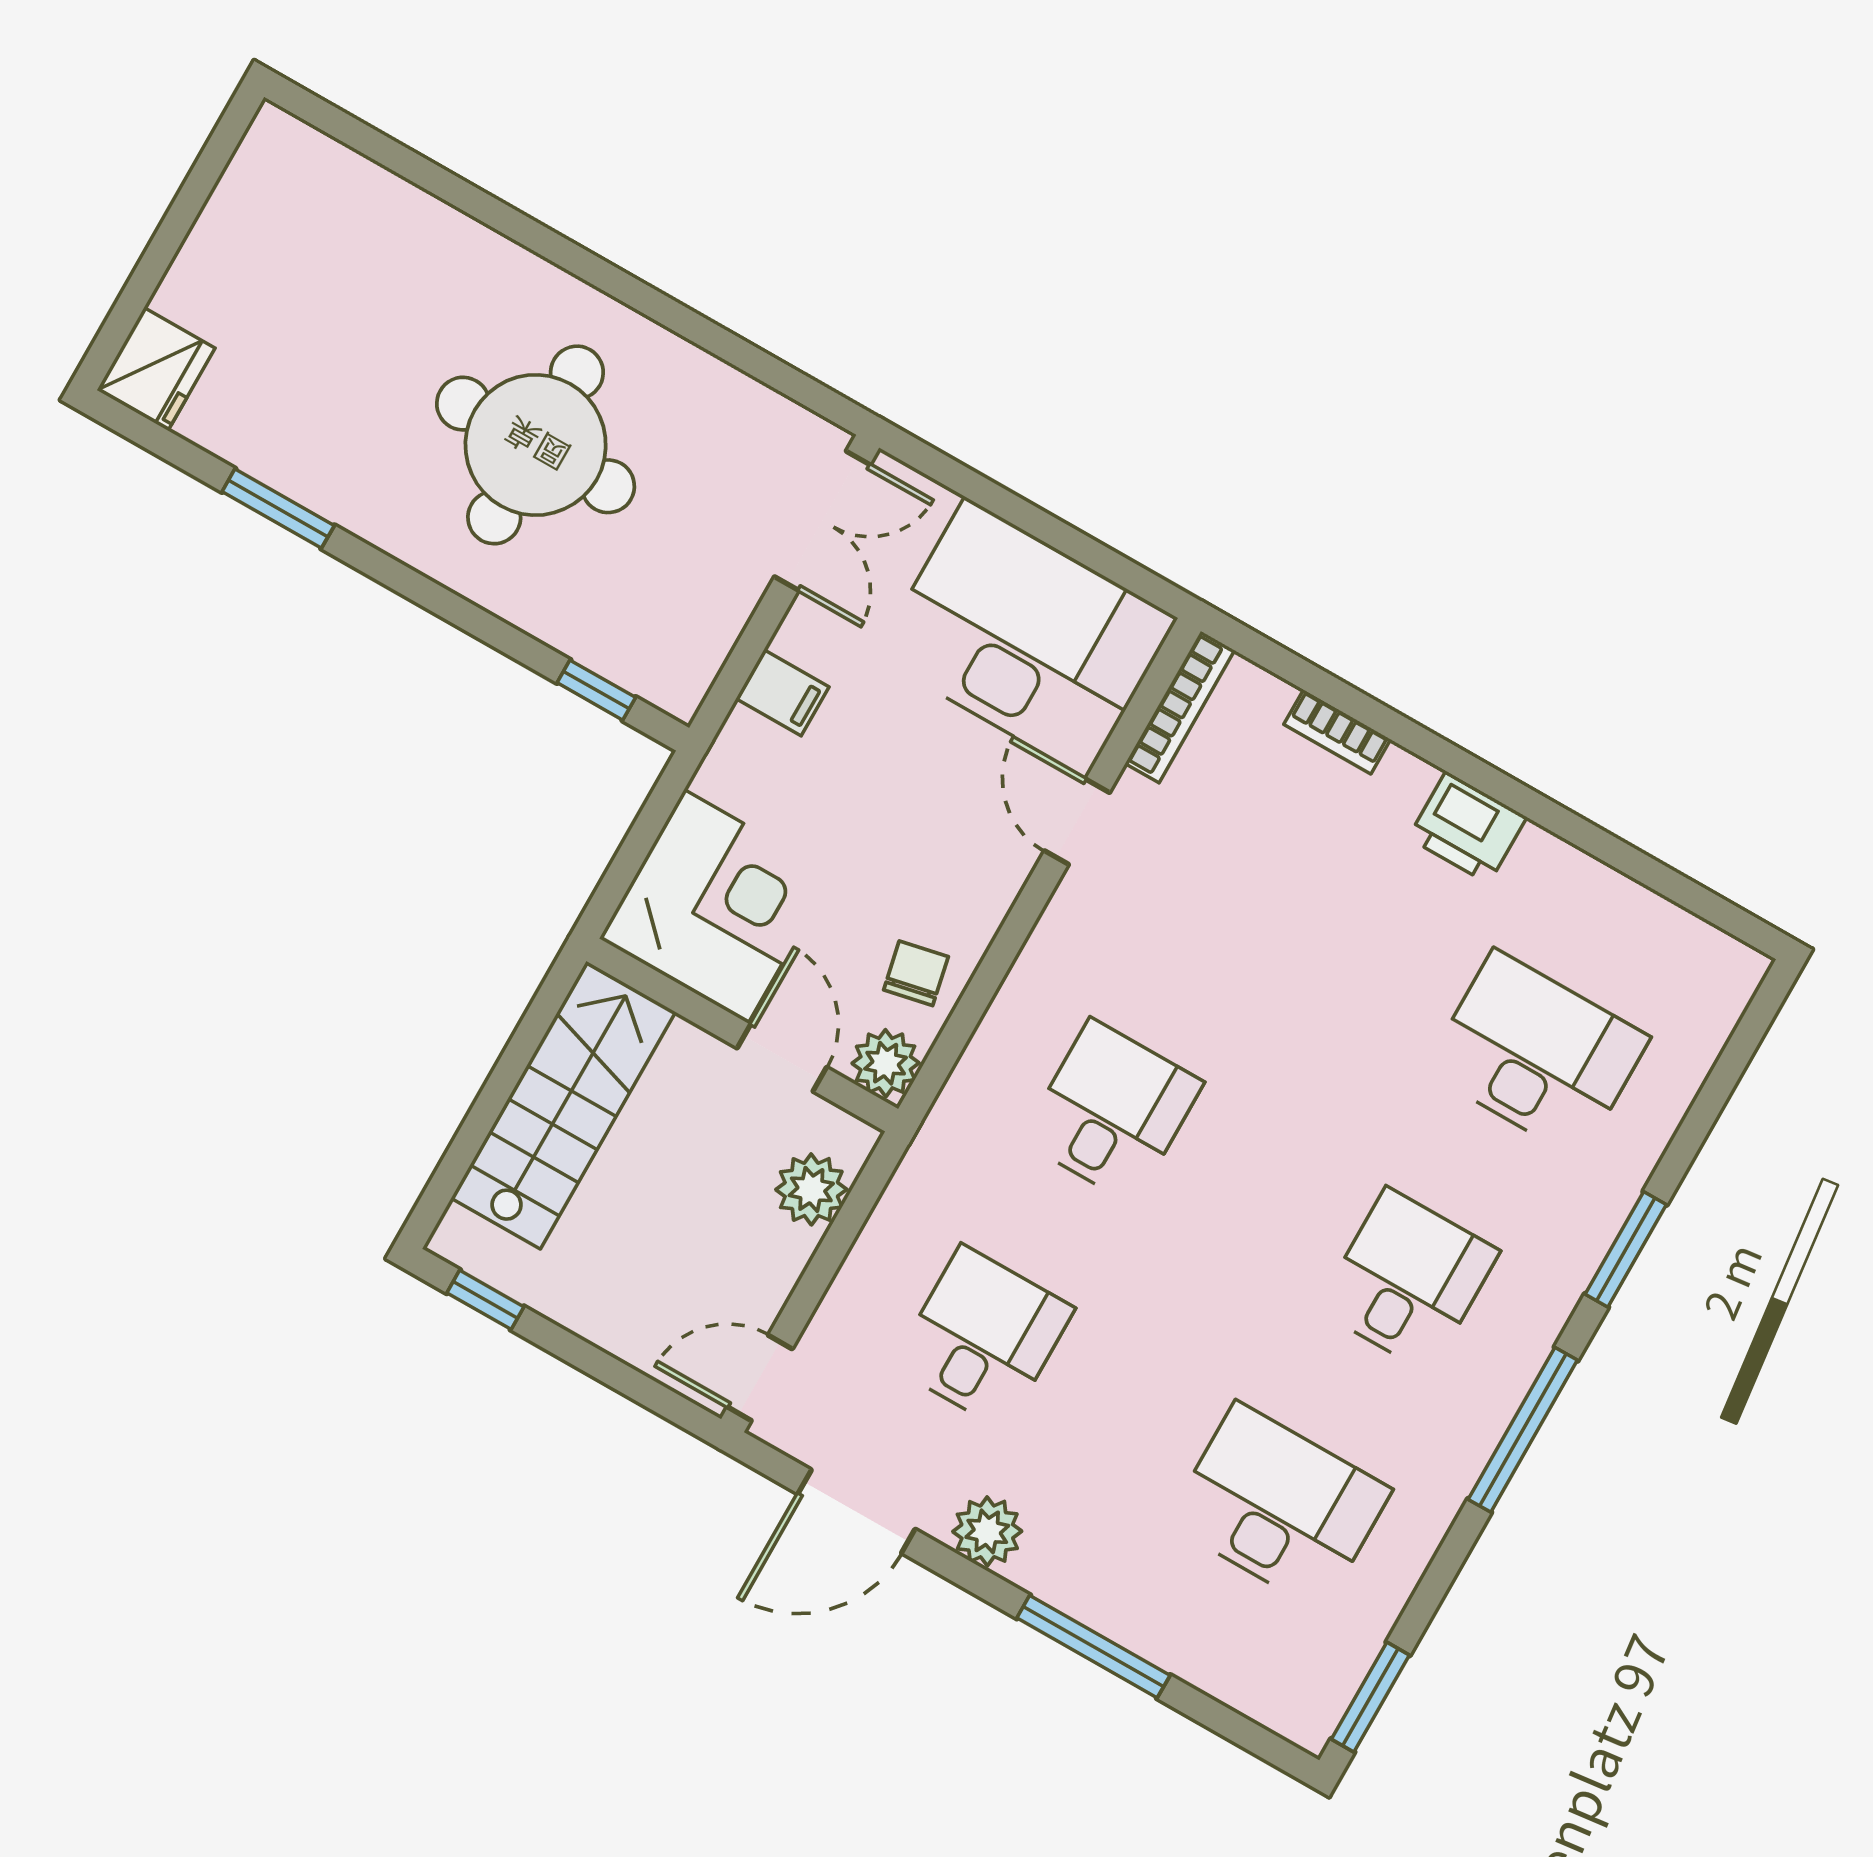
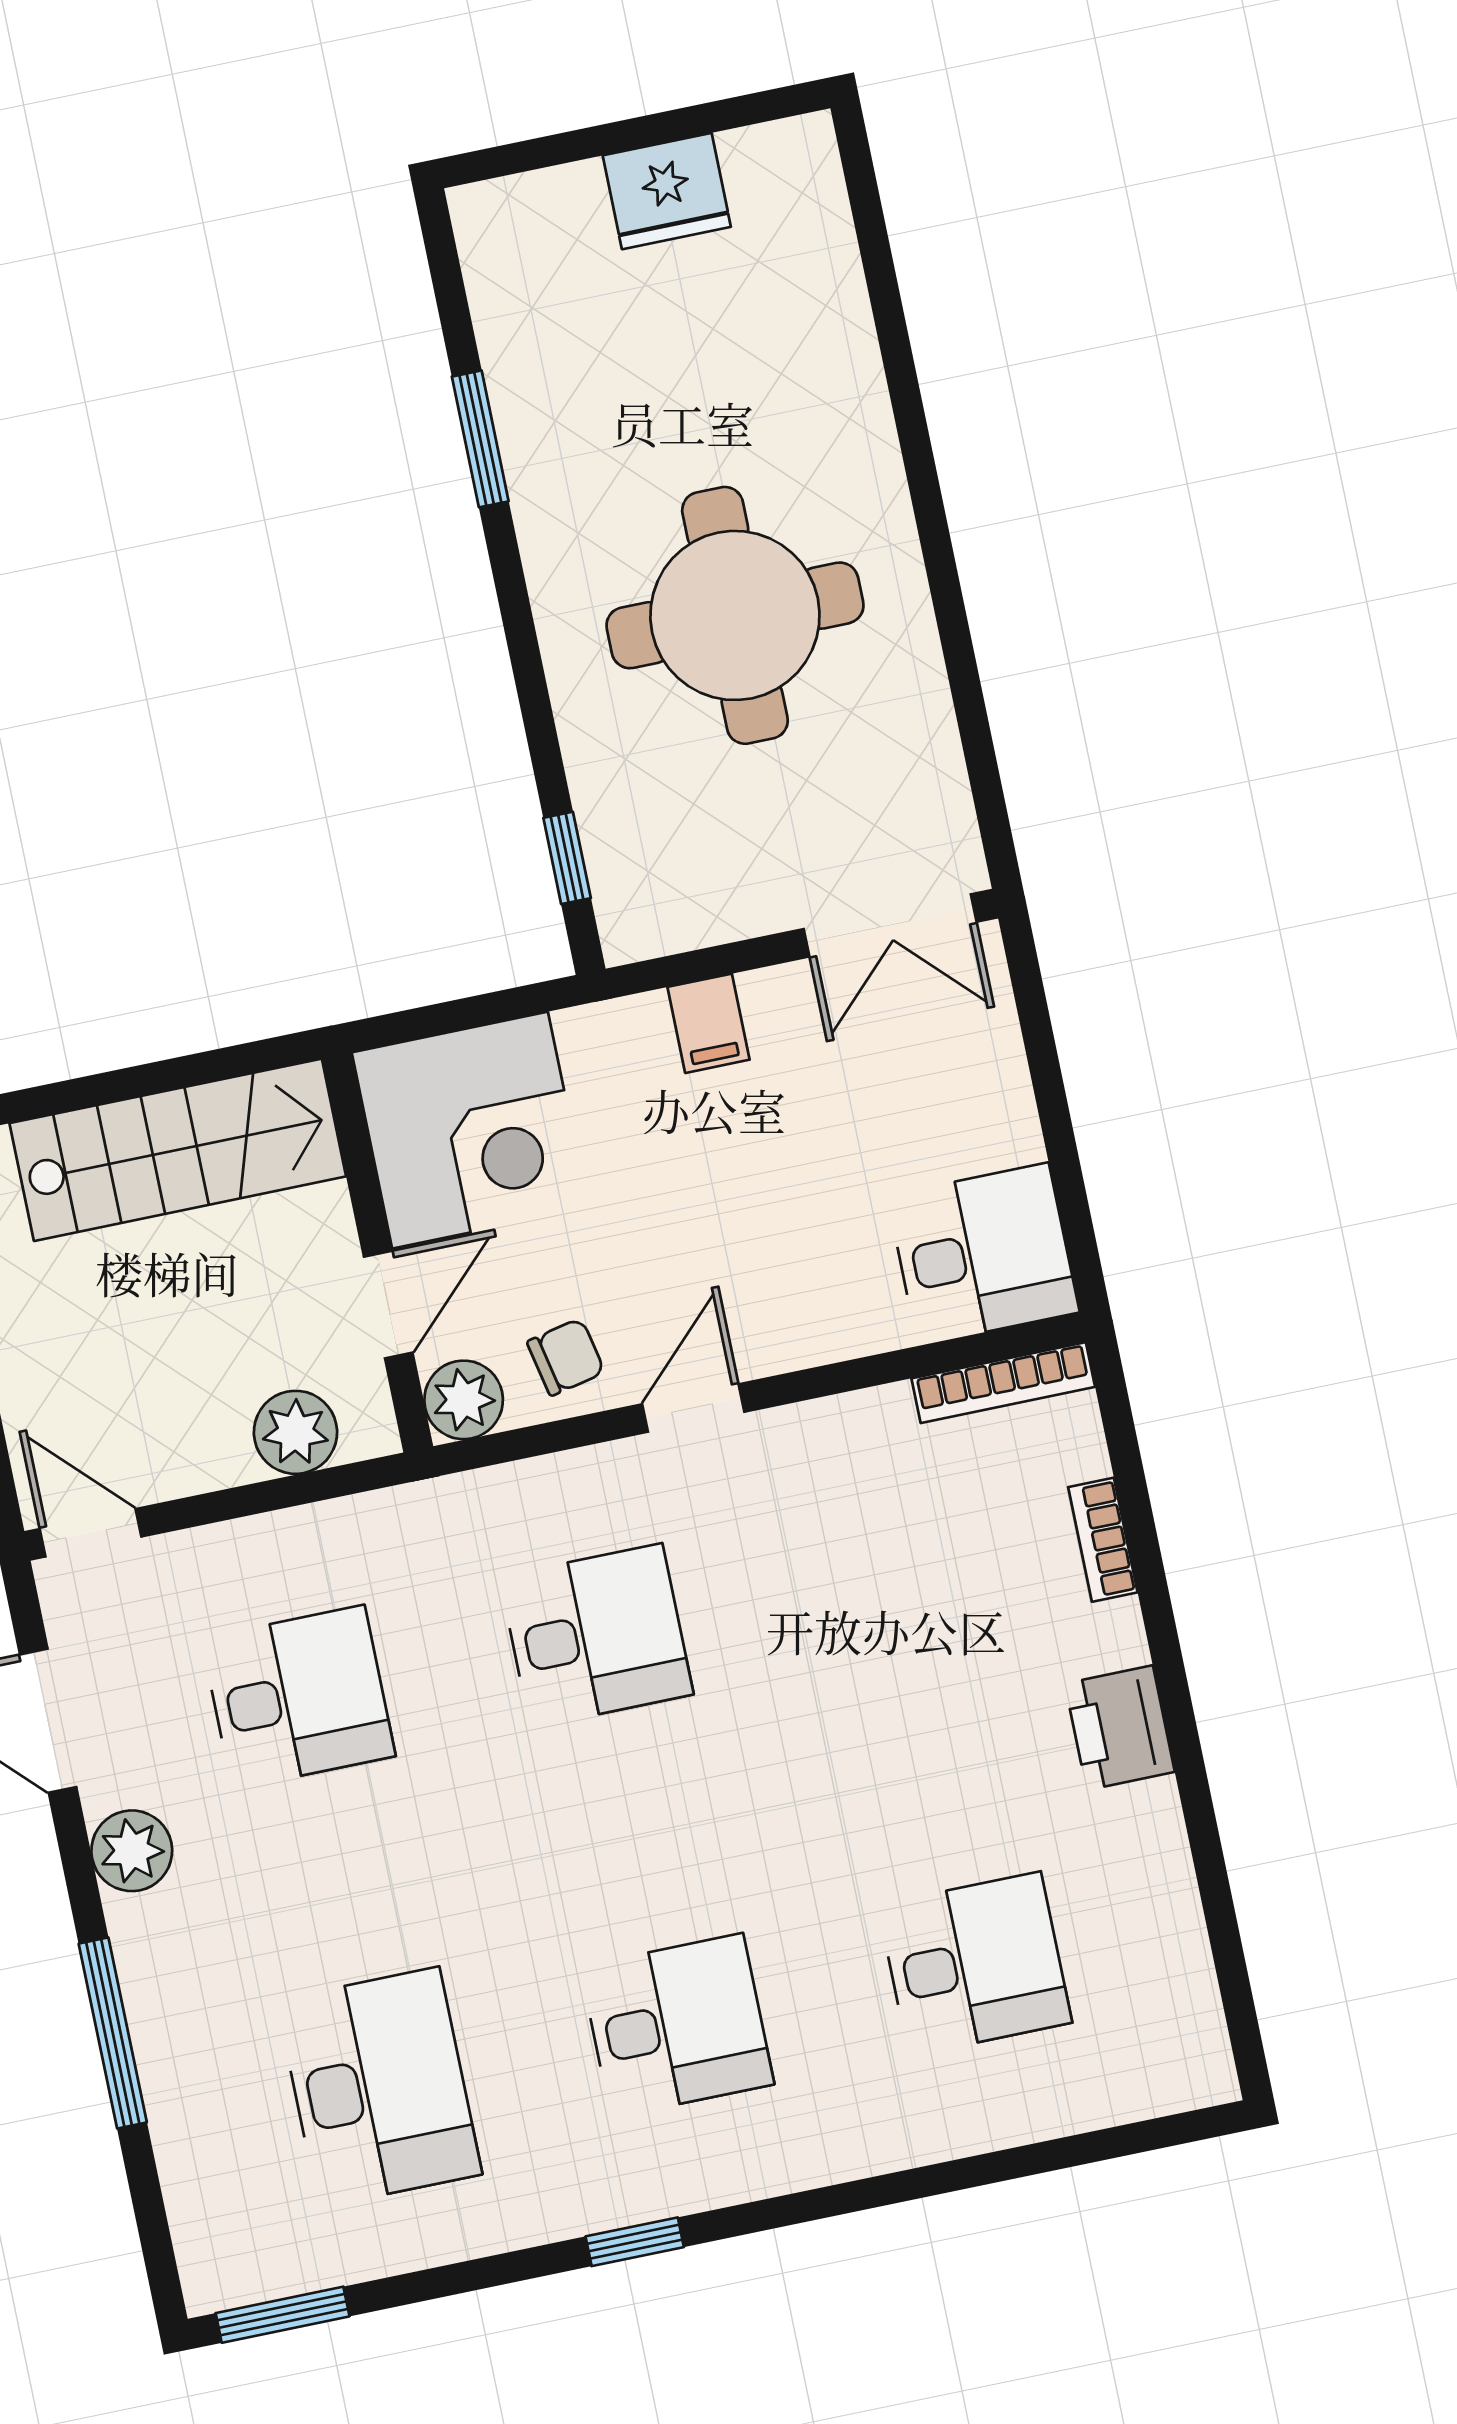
fridge: (156, 369) -> (667, 191), moved
desk: (1026, 637) -> (983, 1254), width x0.53, depth x0.77
door: (1077, 822) -> (693, 1408), moved
desk: (1537, 1054) -> (975, 1964), width x0.73
window: (1626, 1249) -> (872, 2193), removed
window: (1523, 1430) -> (635, 2242), width x0.46

